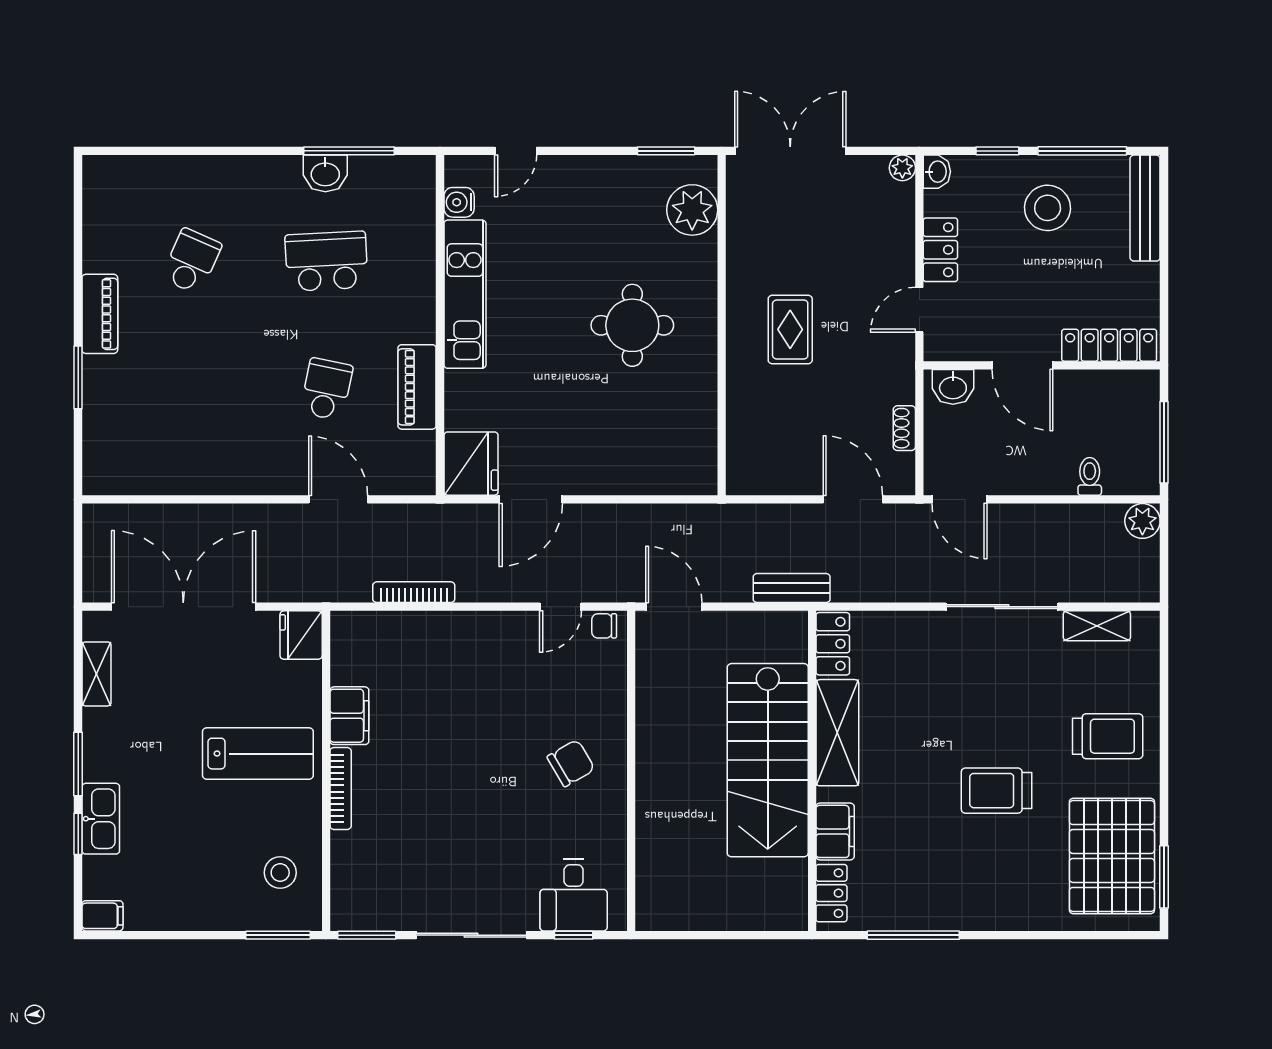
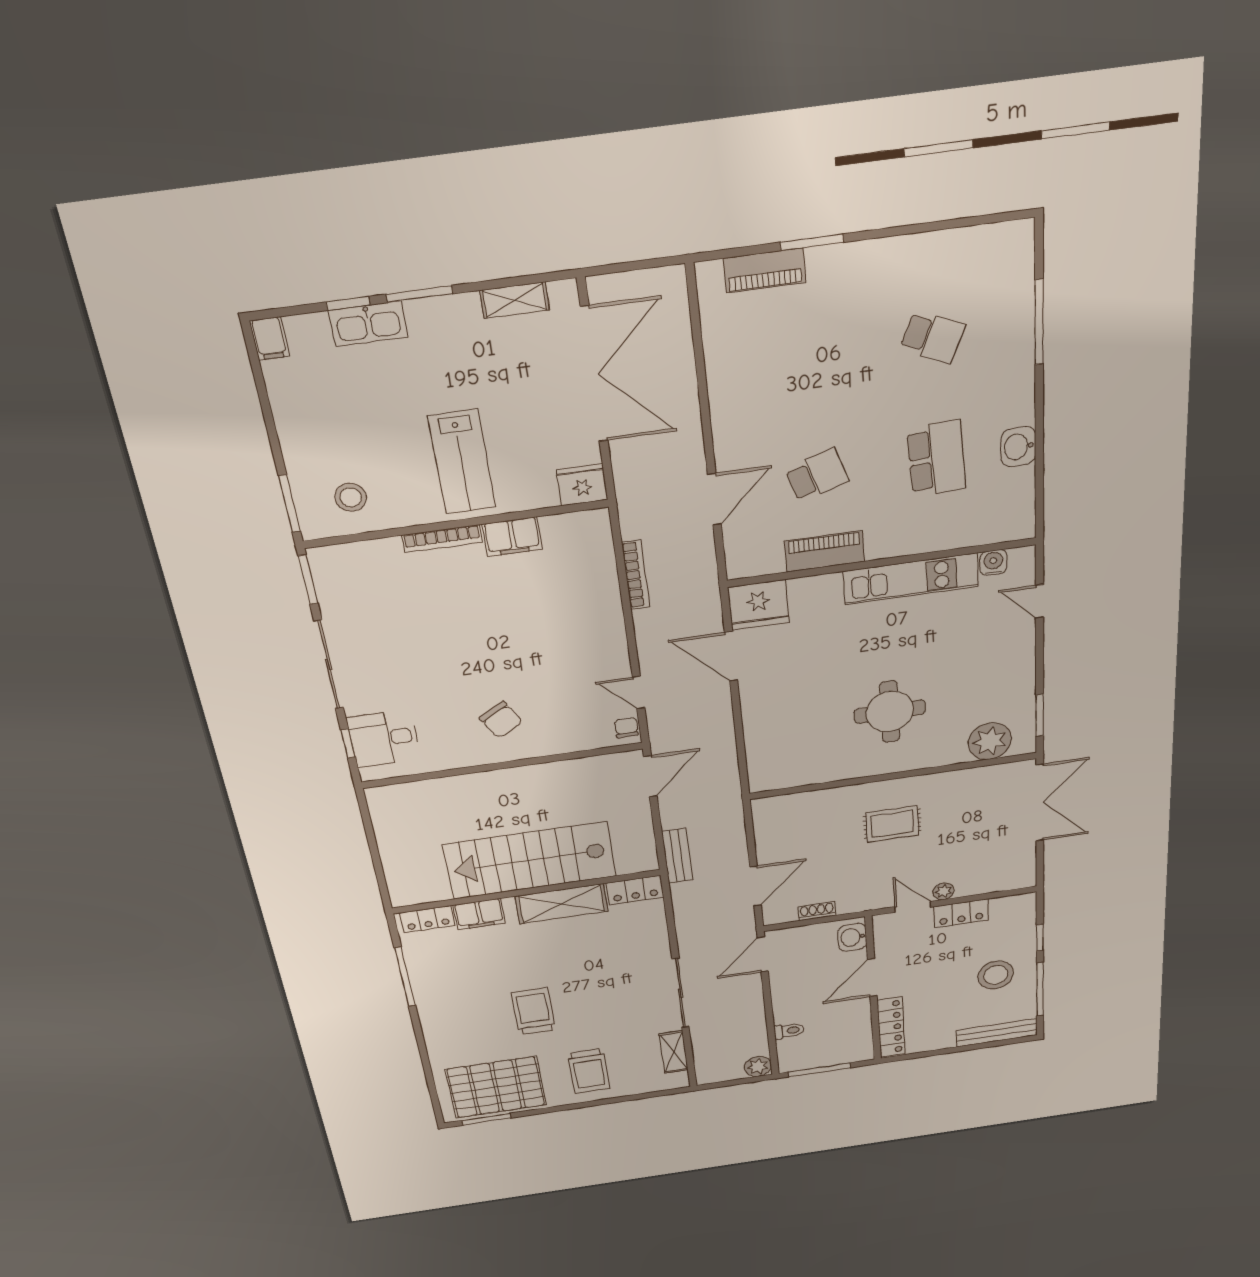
window: (349, 151) -> (1039, 322), moved
plant: (902, 168) -> (944, 891), moved
washbasin: (937, 172) -> (1023, 902), removed
piano: (100, 314) -> (765, 270), moved
school desk: (326, 389) -> (817, 475), turned -30

